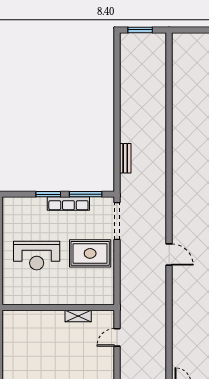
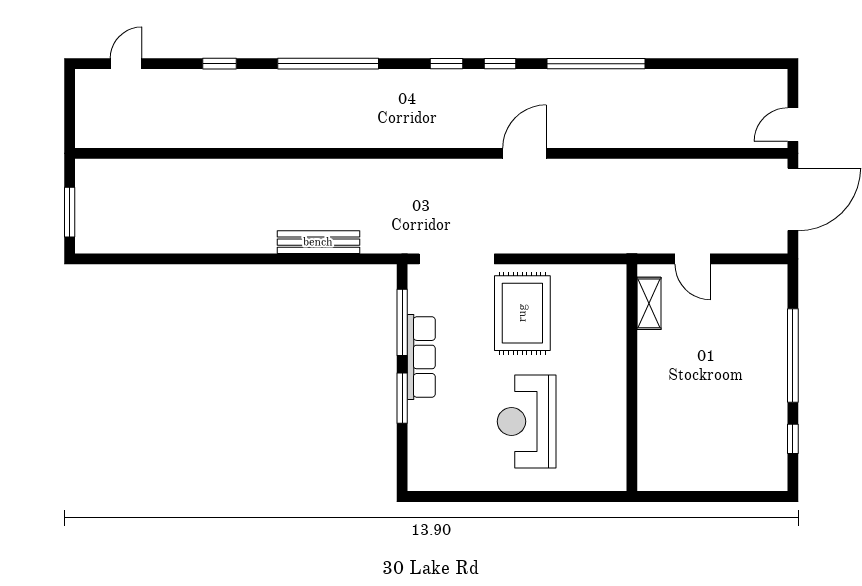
bench: (125, 158) -> (318, 242), width x1.36
reception desk: (37, 256) -> (527, 421), turned 180
shelving: (78, 316) -> (649, 303), moved

